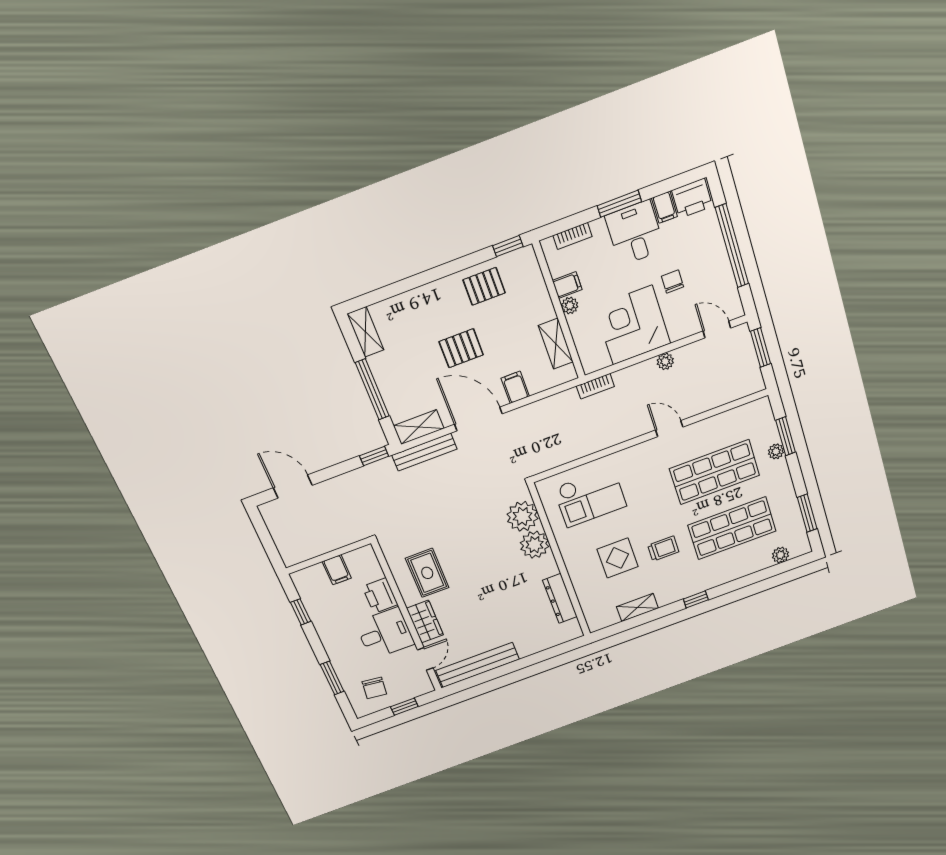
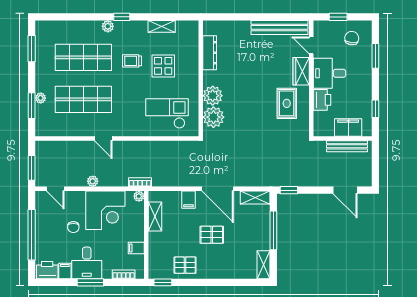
plant: (570, 306) -> (139, 196), moved
bench: (424, 452) -> (347, 146), moved
plant: (780, 555) -> (108, 26), moved
filing cabinet: (337, 570) -> (348, 127), width x2.00
door: (425, 659) -> (311, 45), hinge flipped

